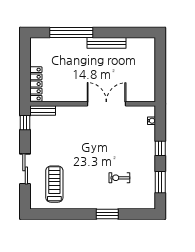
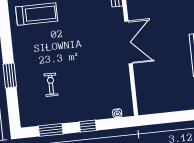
double door: (106, 104) -> (128, 42), moved

